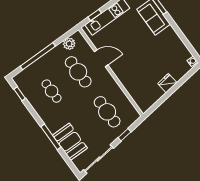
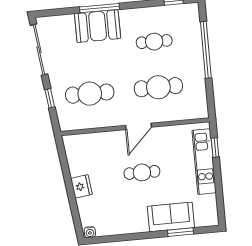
plant: (69, 44) -> (199, 96), removed
cafe table: (137, 51) -> (142, 172), added
door: (101, 58) -> (138, 126), moved
booth: (70, 142) -> (98, 26), moved

